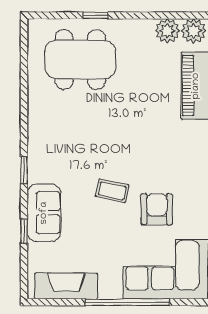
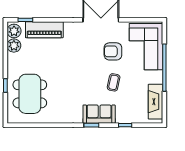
coffee table: (112, 191) -> (114, 82), moved
sofa: (44, 213) -> (99, 114), moved

